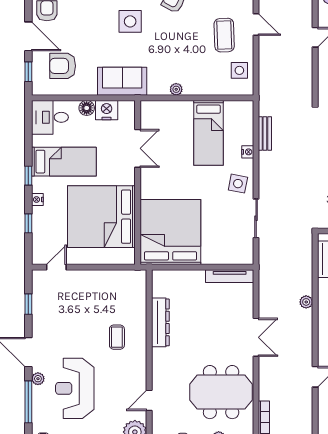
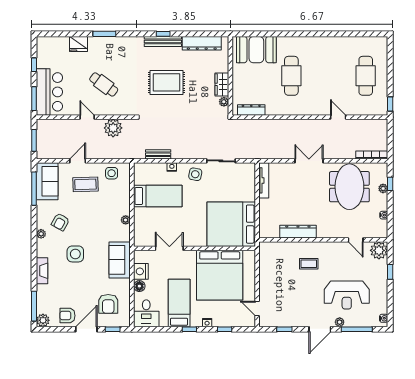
plant: (306, 302) -> (113, 128), moved, width x1.87, depth x1.87

